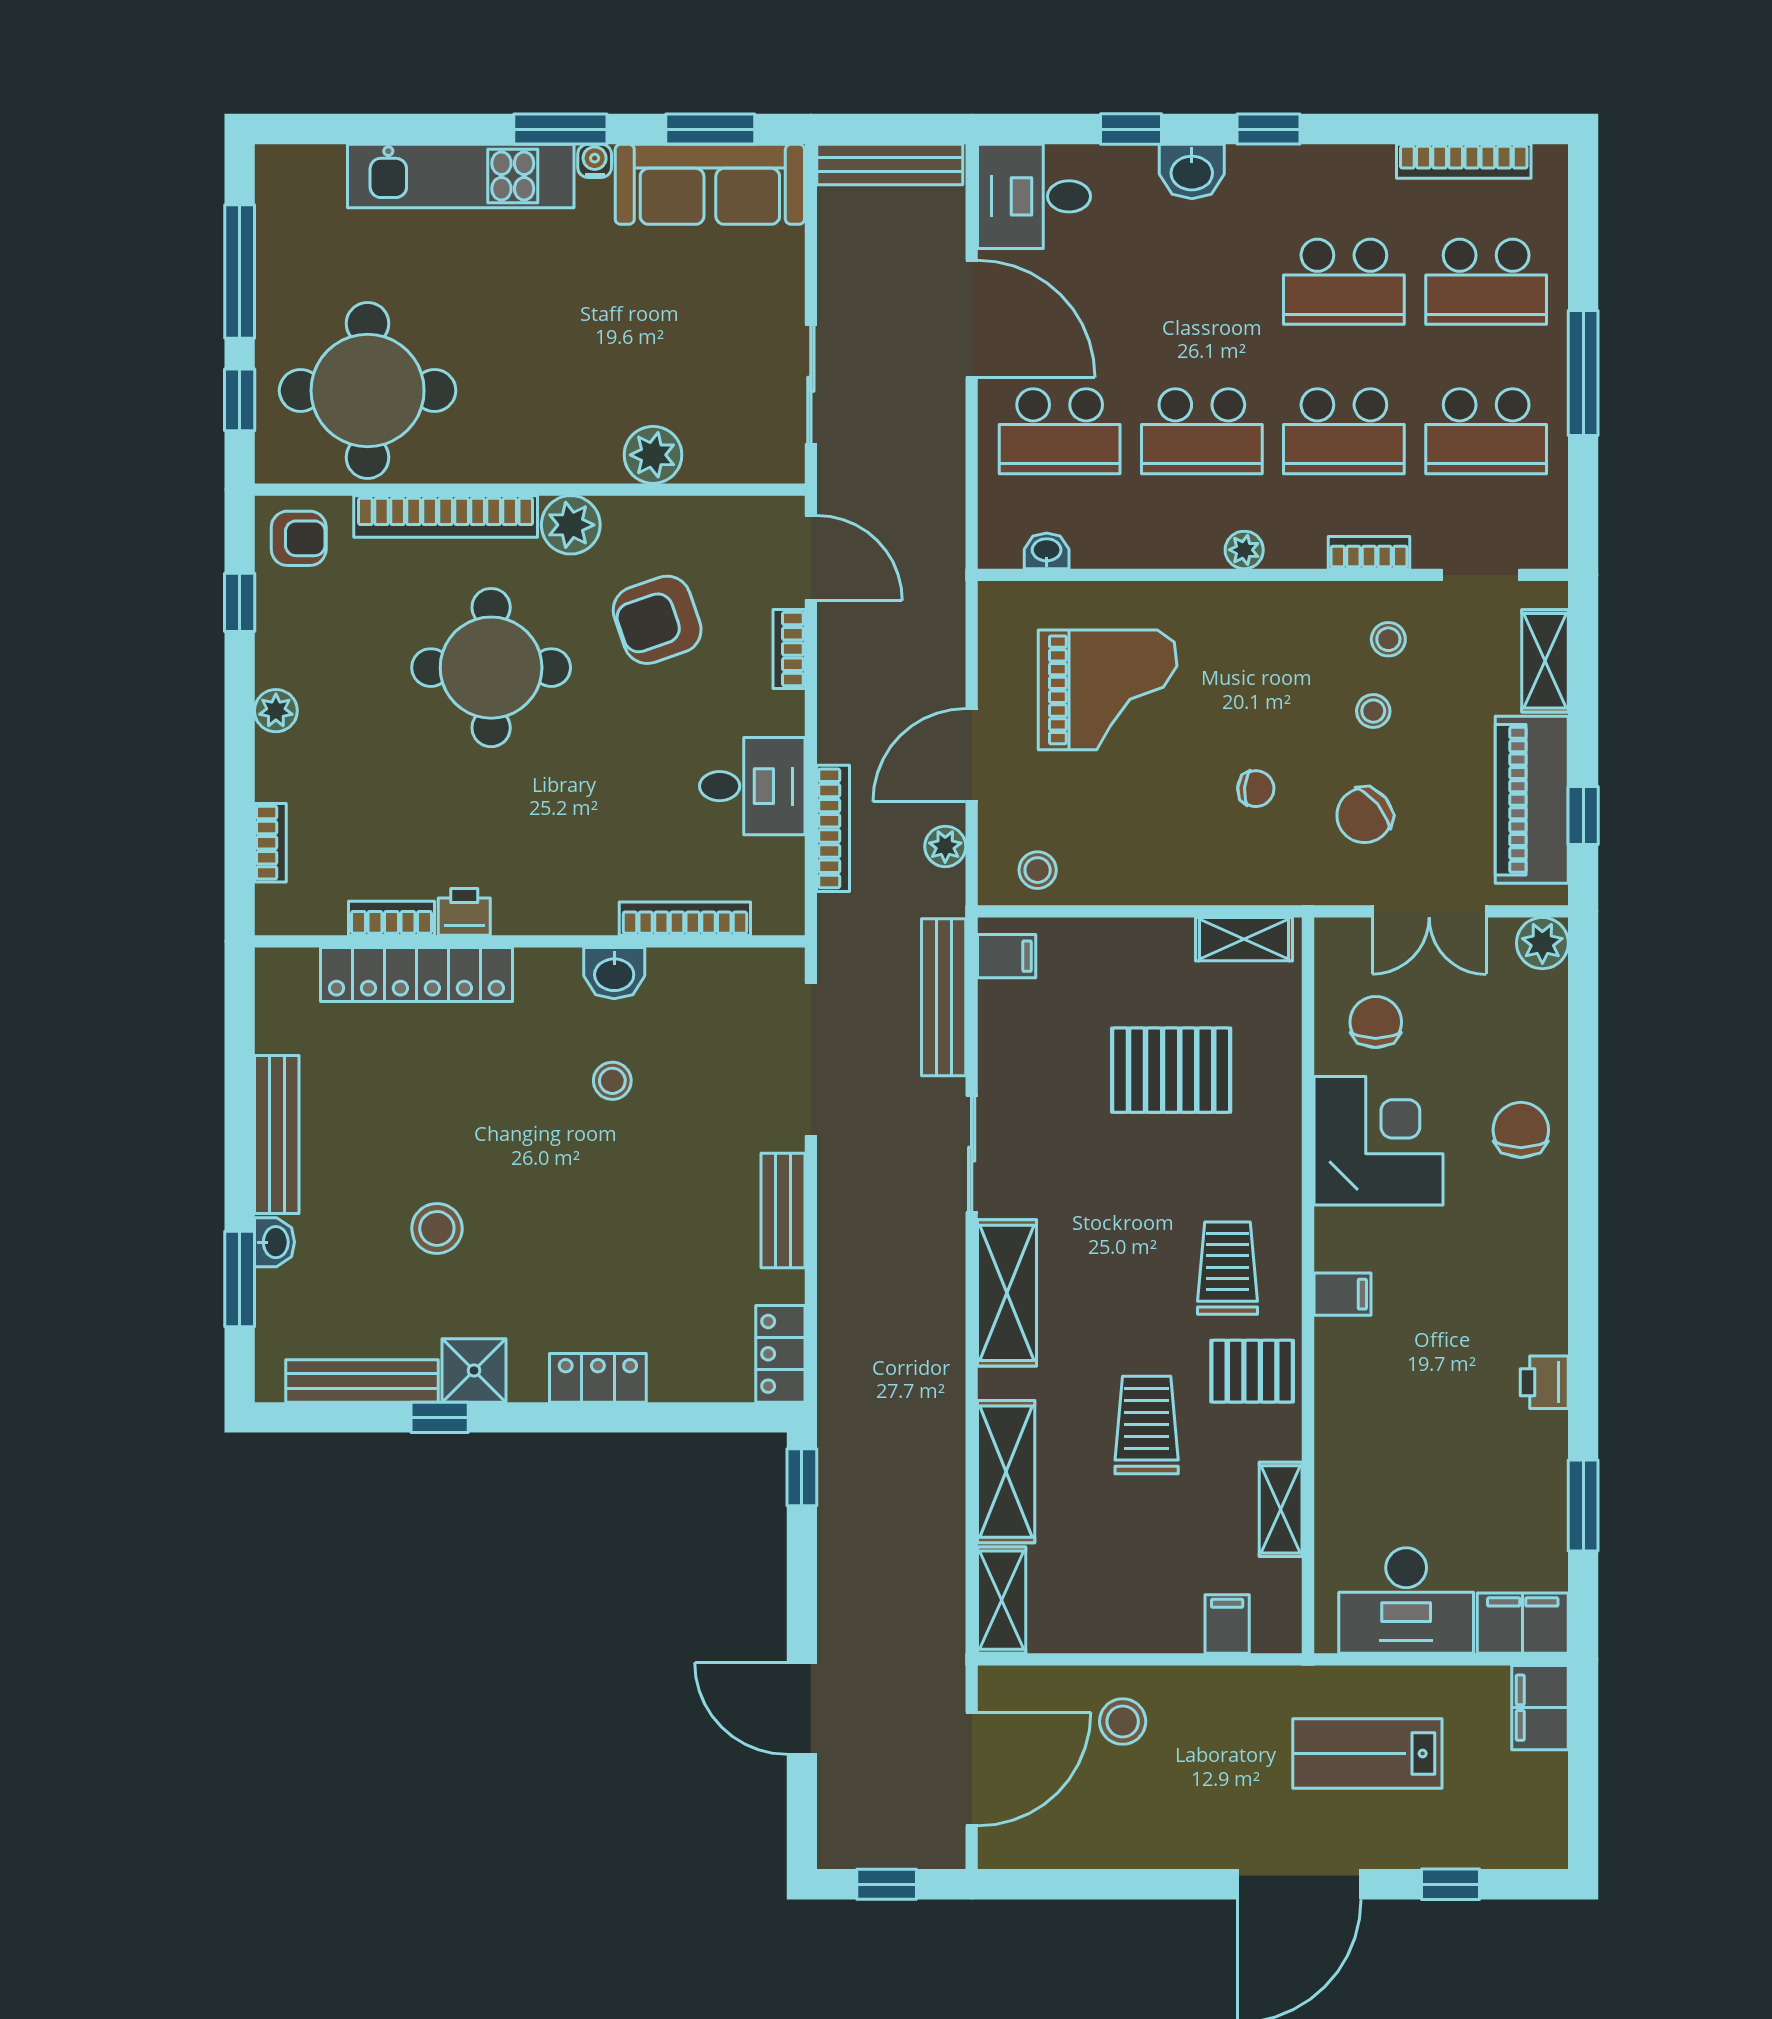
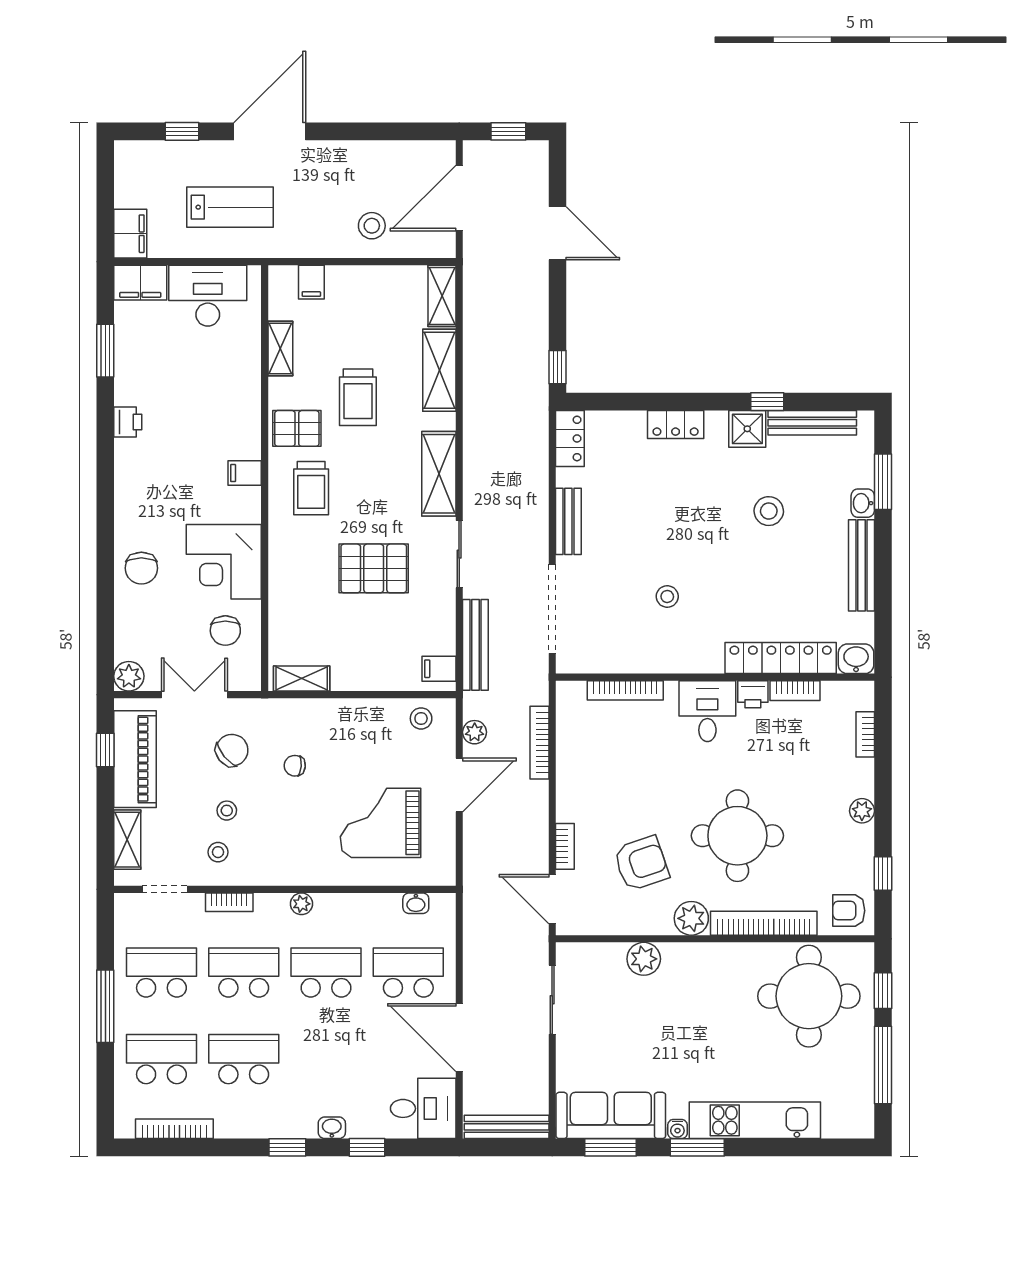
washbasin: (1192, 171) -> (332, 1128), width x0.72, depth x0.69
desk: (752, 786) -> (707, 711), moved, turned 90
washbasin: (614, 973) -> (856, 659), moved
pallet: (1171, 1070) -> (374, 568), moved

